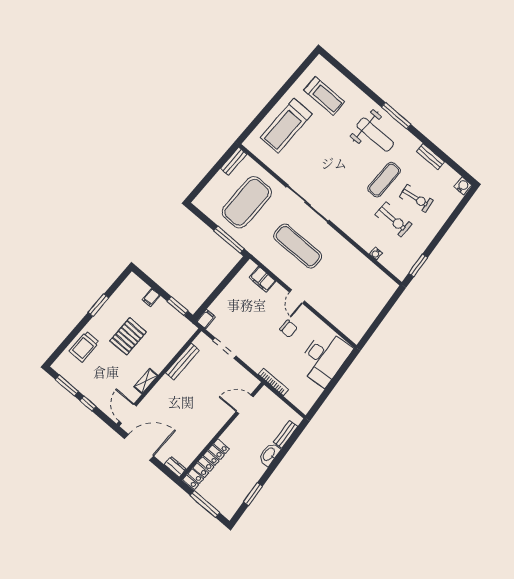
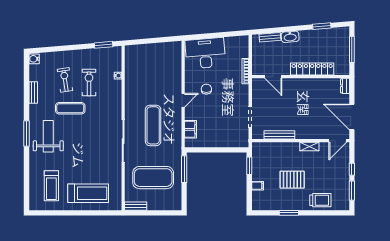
treadmill: (324, 96) -> (51, 186), turned 180
filing cabinet: (206, 319) -> (242, 143), removed
locker: (206, 464) -> (312, 69), moved

